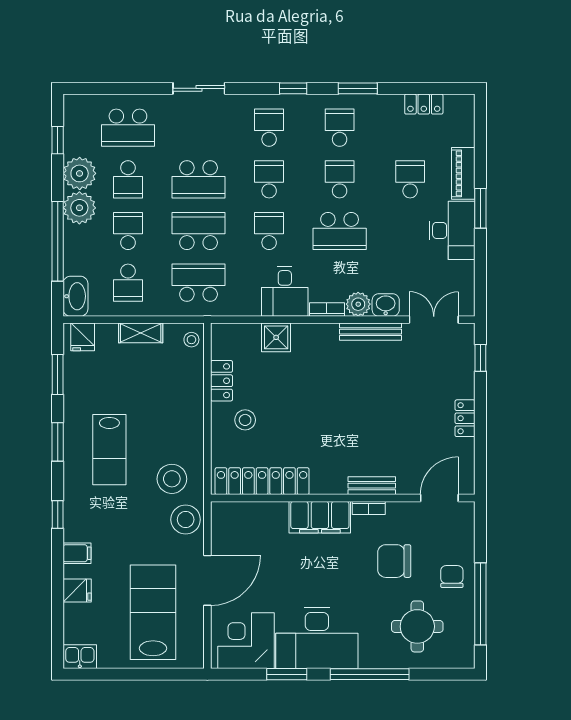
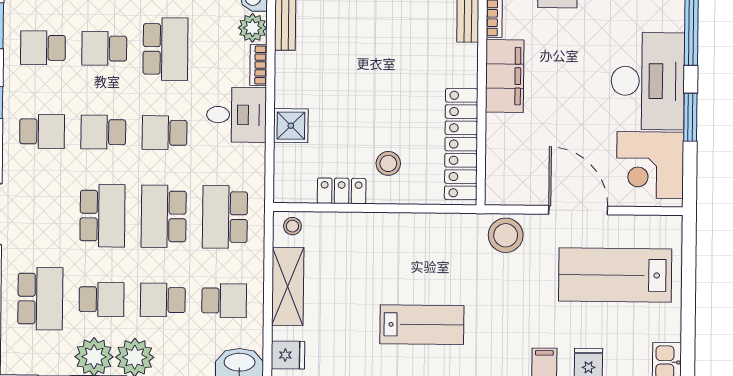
school desk: (269, 128) -> (42, 131), turned 180
shelving: (141, 333) -> (288, 286), width x1.50, depth x1.33
stool: (172, 479) -> (457, 251), removed

